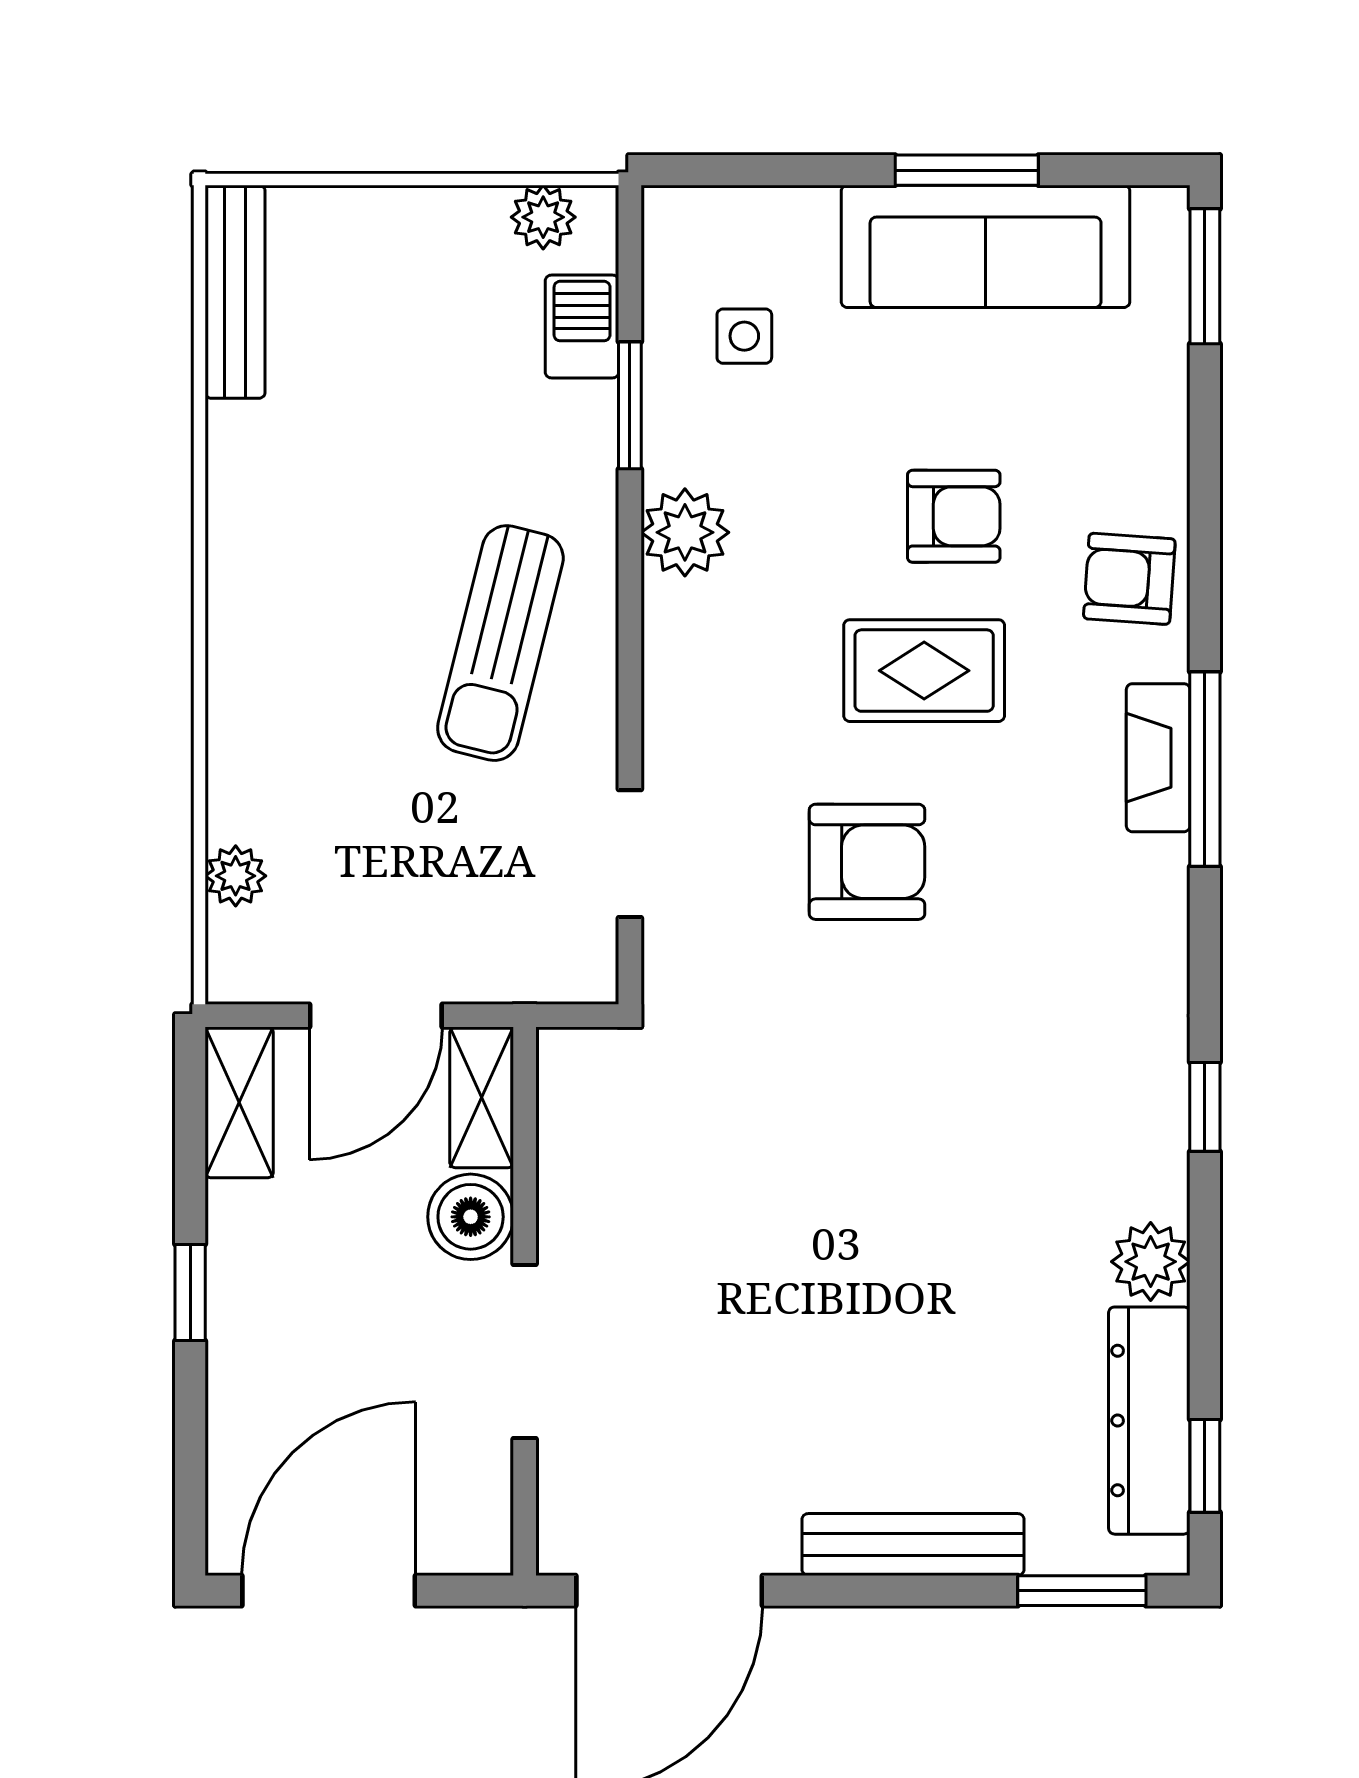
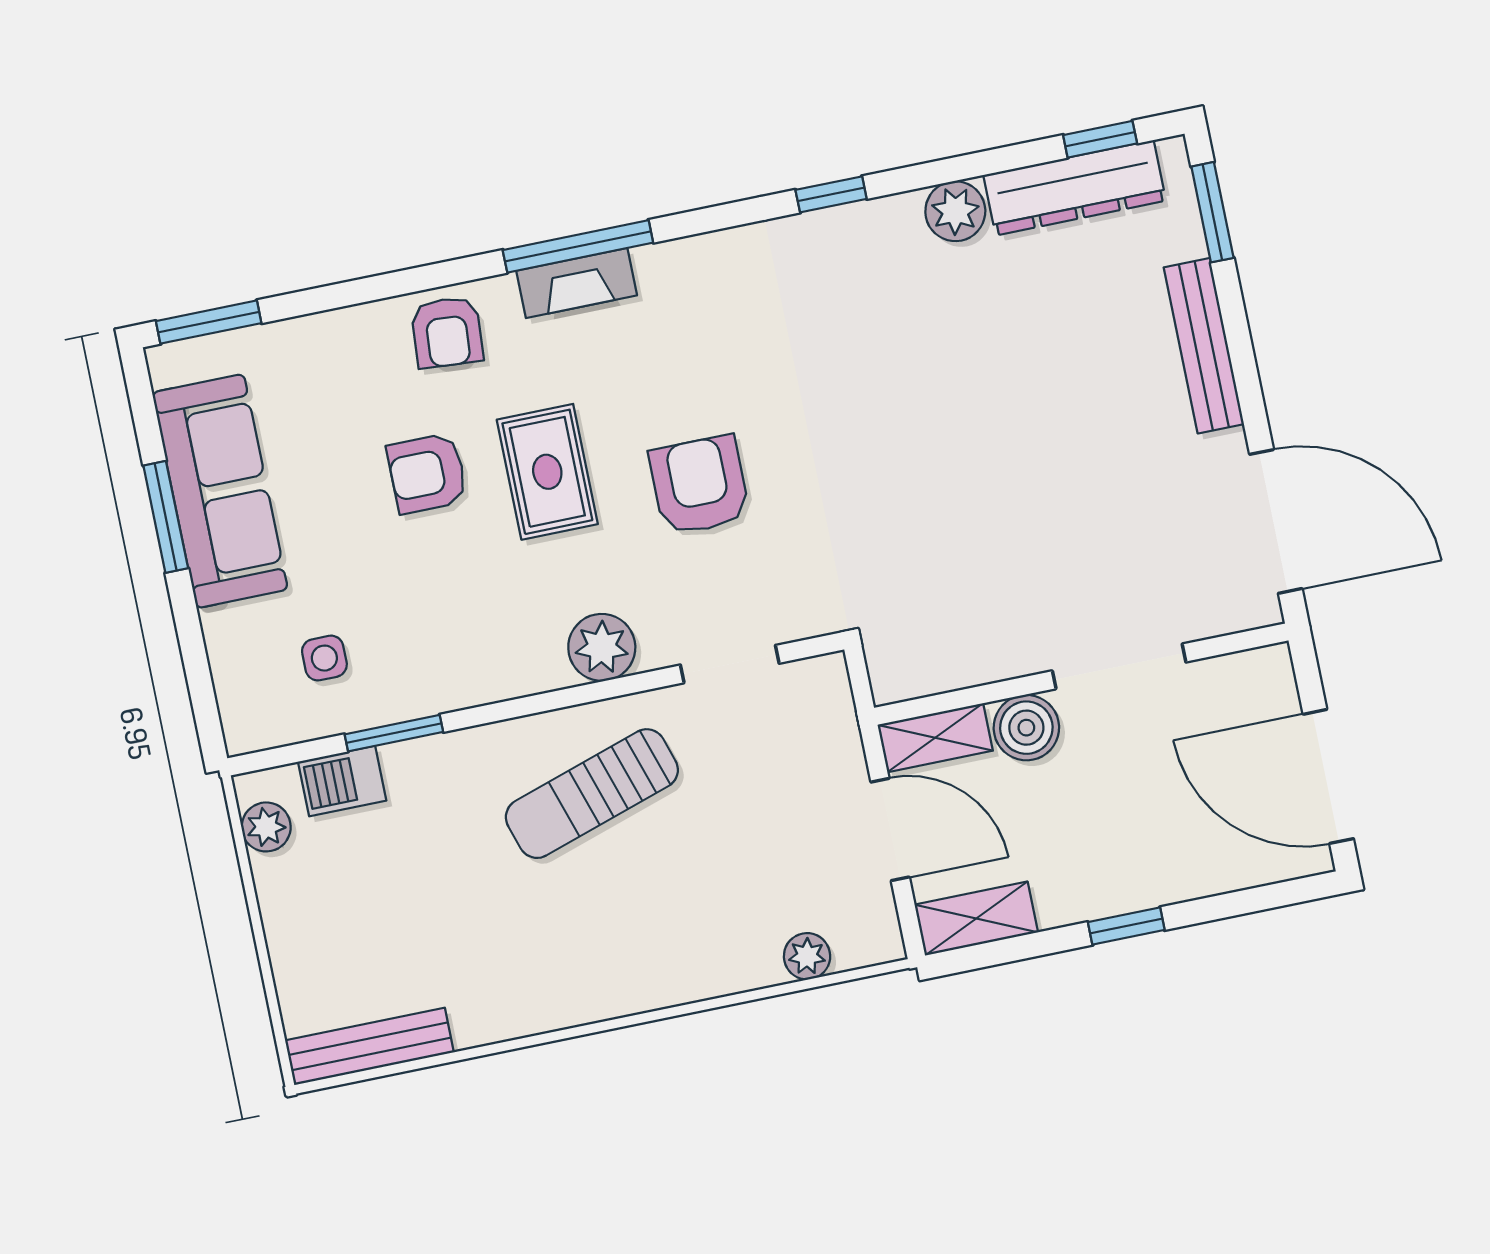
armchair: (954, 516) -> (427, 473), turned -90
plant: (685, 532) -> (602, 647), moved
sun lounger: (500, 643) -> (592, 794), turned 148

